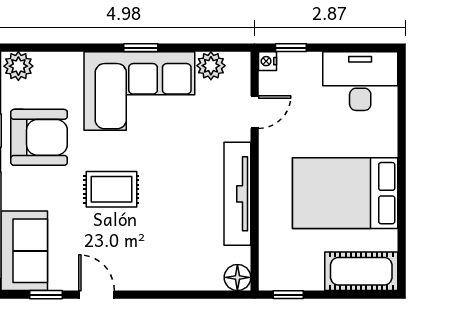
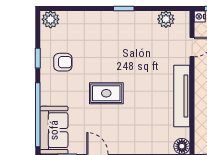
corner sofa: (139, 91) -> (123, 34), removed
armchair: (39, 137) -> (63, 62), width x0.53, depth x0.53

